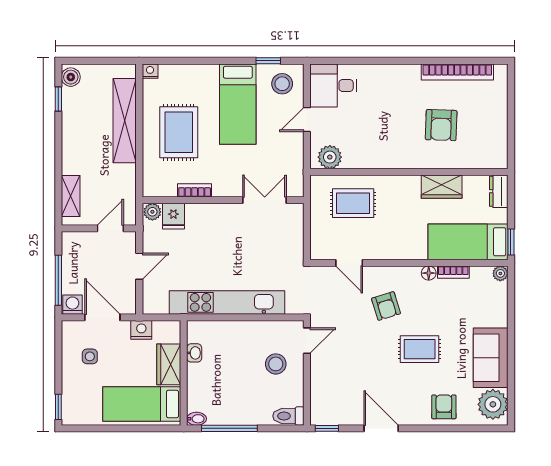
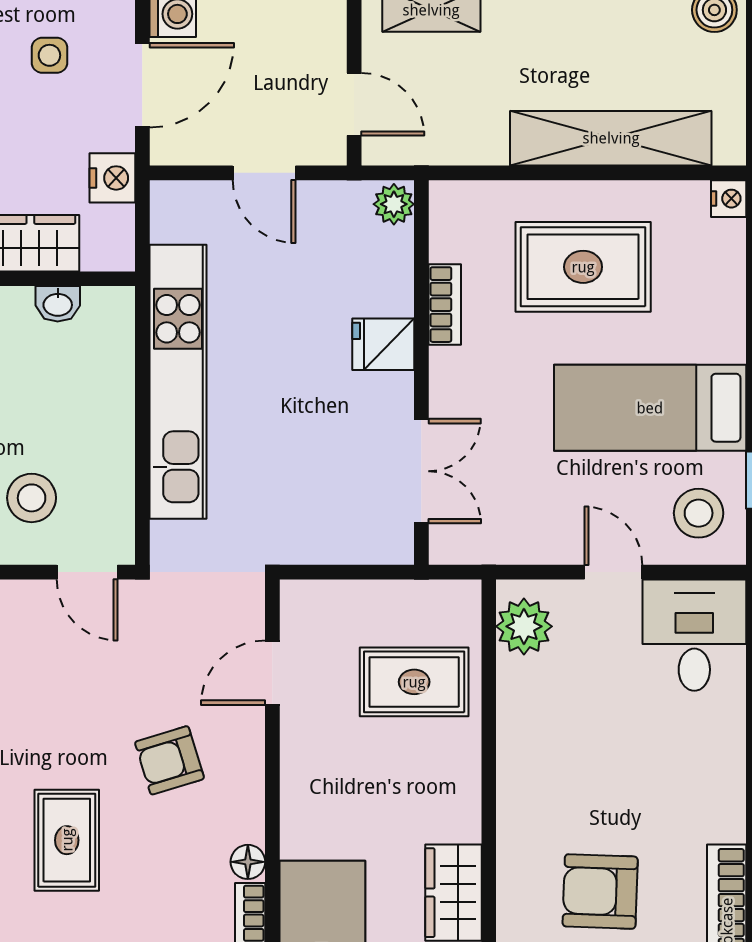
rug: (353, 203) -> (414, 682), turned 90
fridge: (173, 216) -> (383, 344), moved

